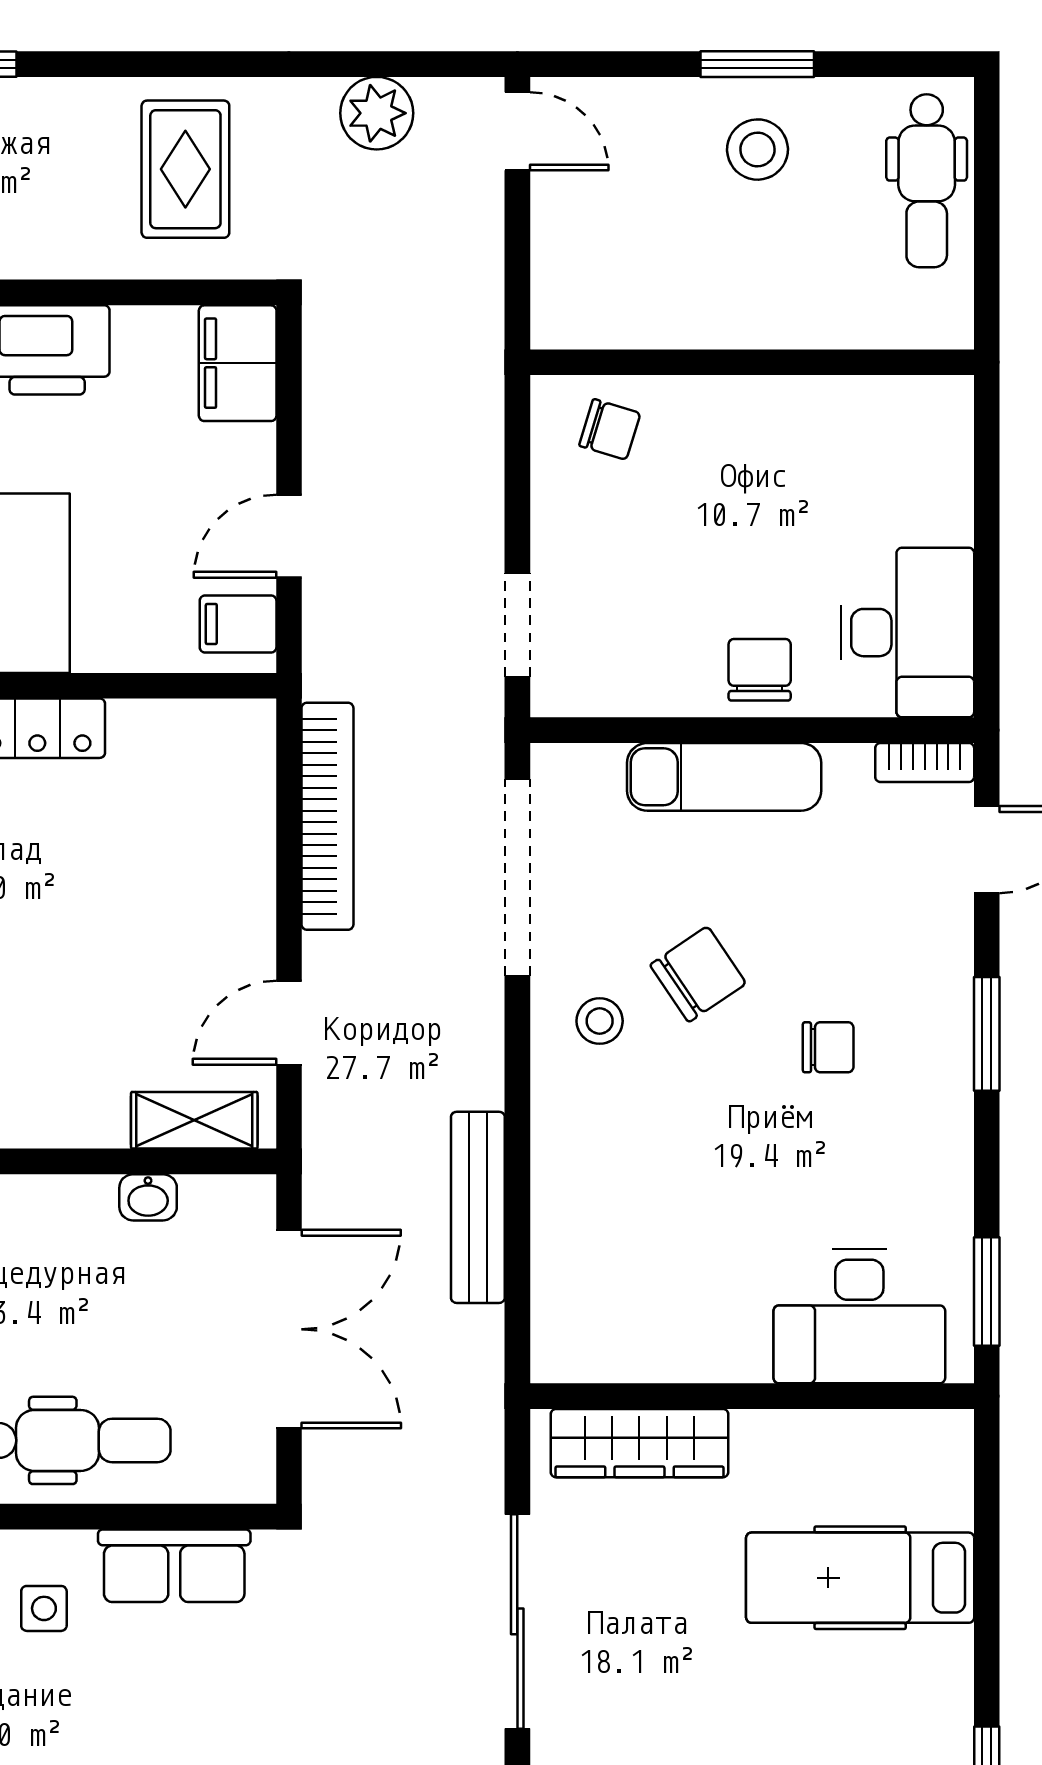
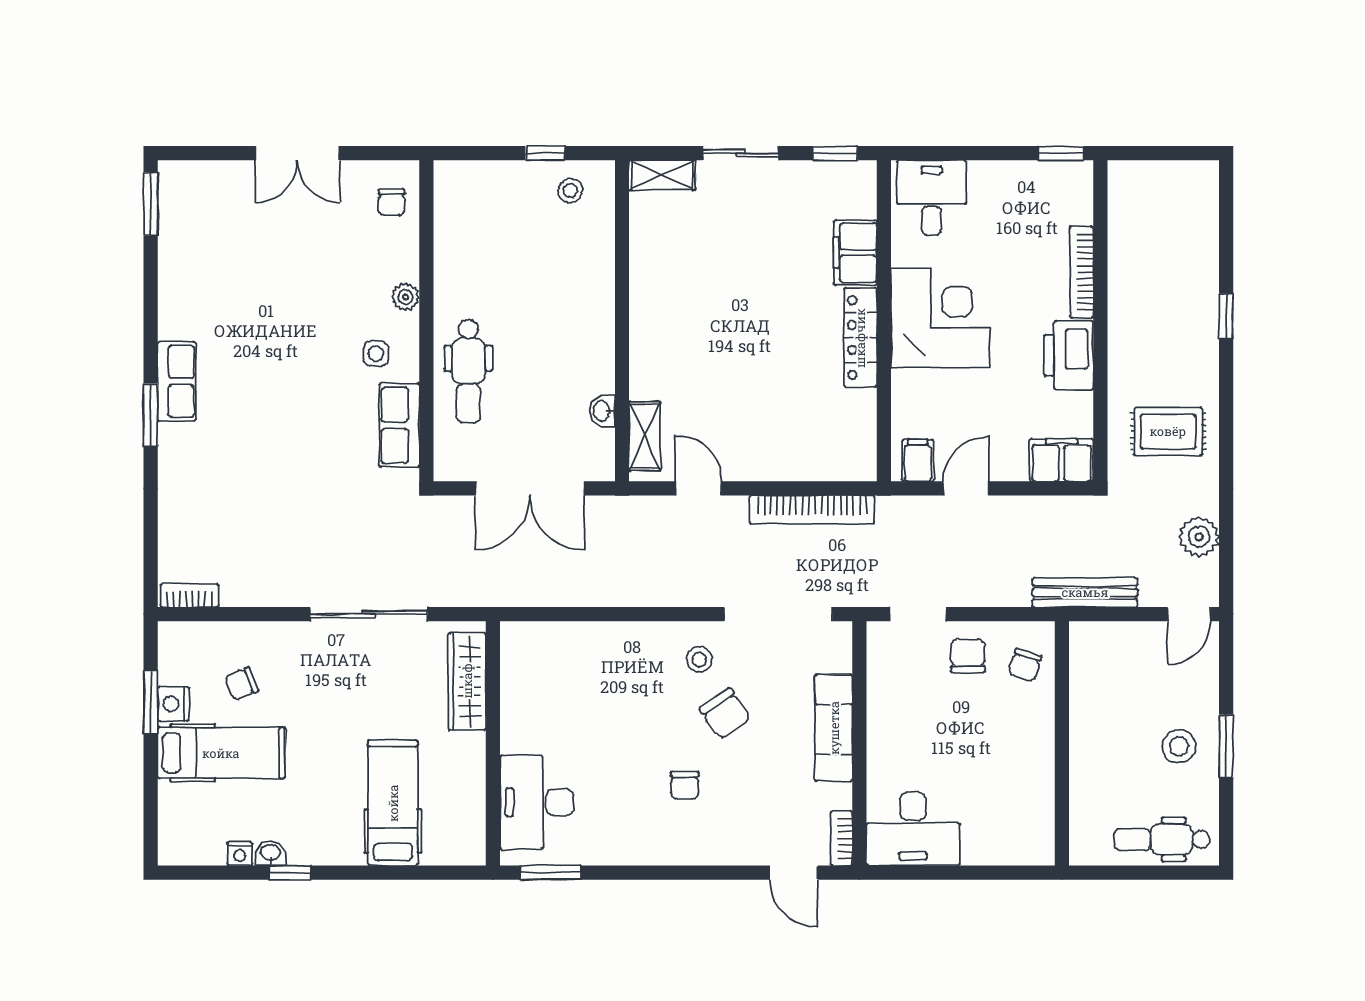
door: (289, 536) -> (966, 488), hinge flipped
chair: (760, 670) -> (968, 656), moved, turned -90
window: (987, 1034) -> (692, 873), removed
bench: (478, 1207) -> (1085, 592), moved

